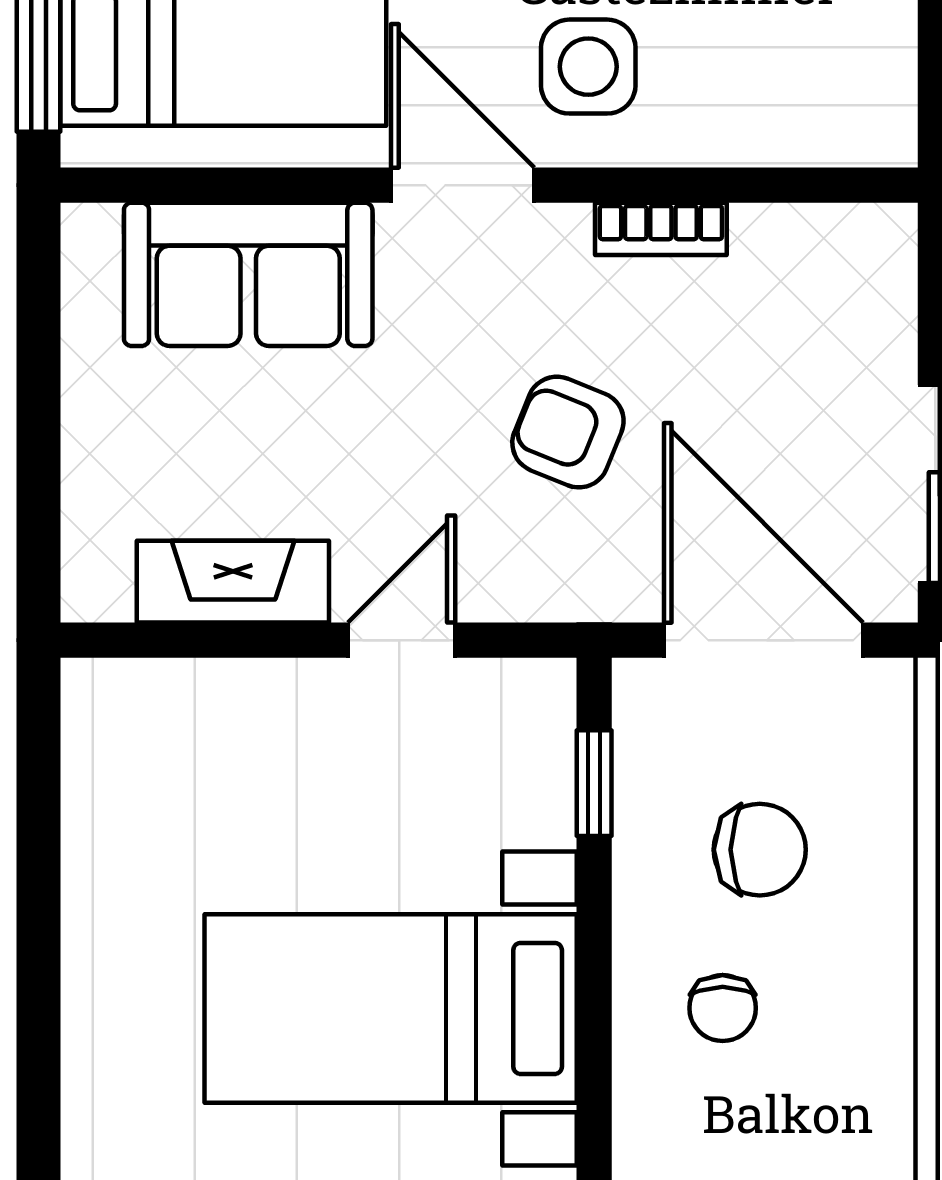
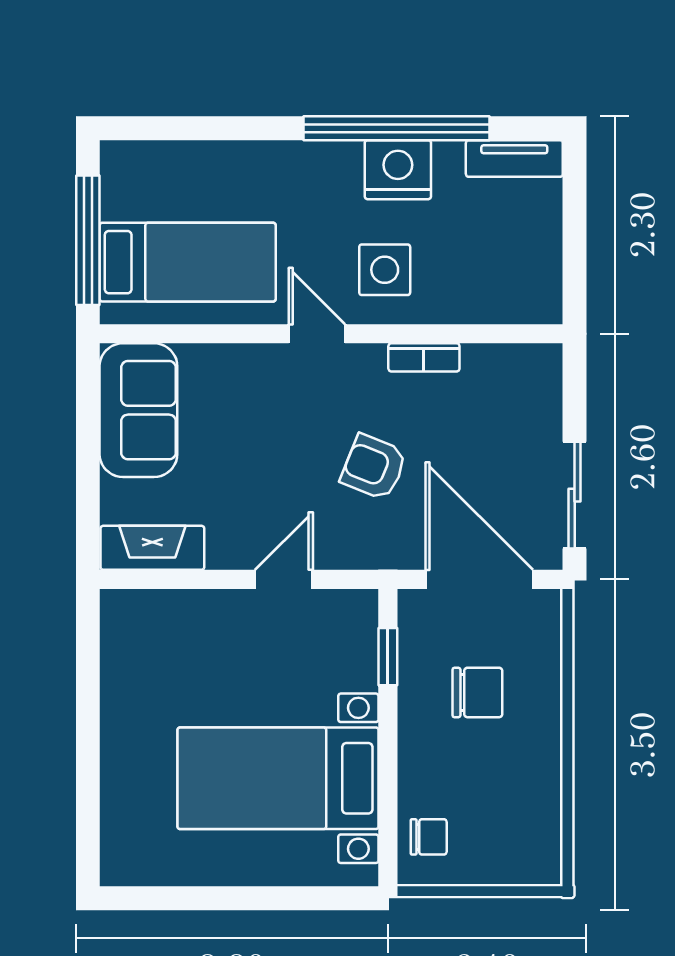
door: (463, 185) -> (317, 334), width x0.73
sofa: (248, 274) -> (138, 410), moved, turned -90
fireplace: (233, 582) -> (152, 548), moved
chair: (723, 1008) -> (429, 837), moved, turned -90

